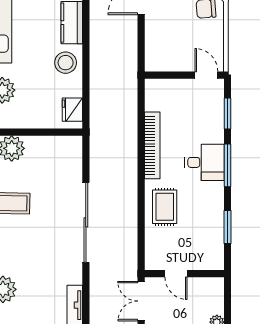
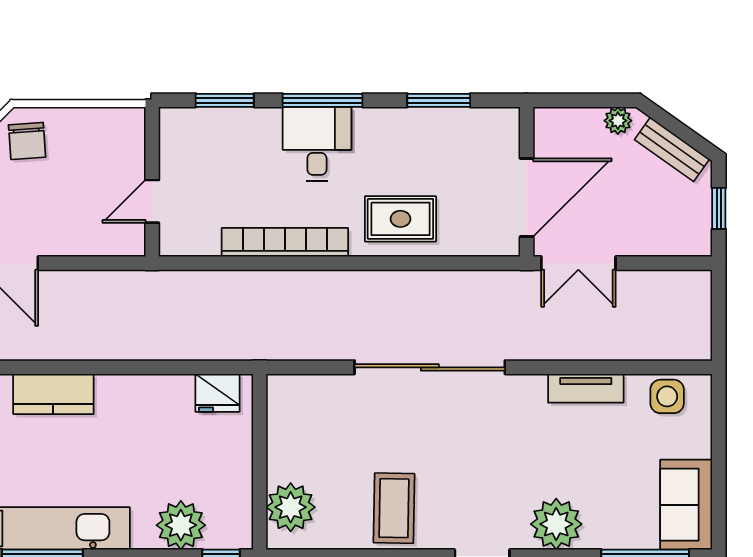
stool: (66, 63) -> (129, 406), removed
door: (206, 75) -> (152, 201), moved
door: (176, 274) -> (527, 198), width x1.88

